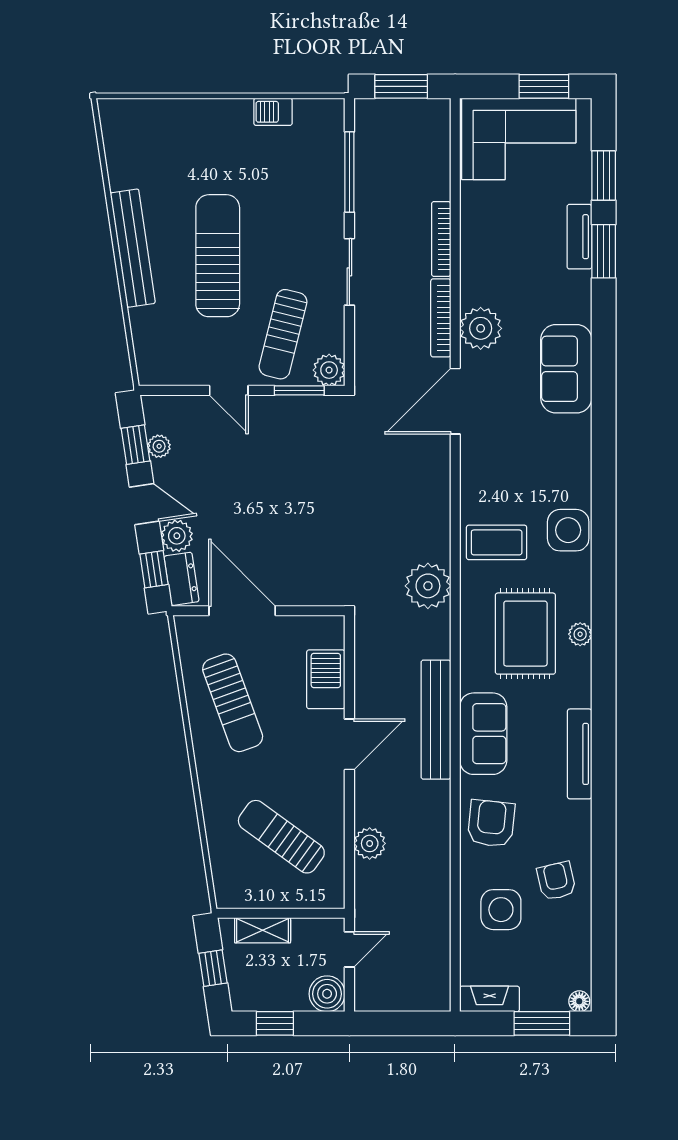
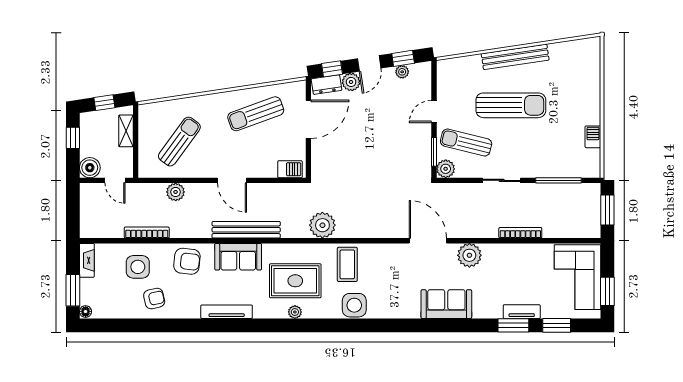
bookcase: (441, 318) -> (147, 233), moved
barbecue: (326, 679) -> (290, 169), moved, width x0.73, depth x0.79

